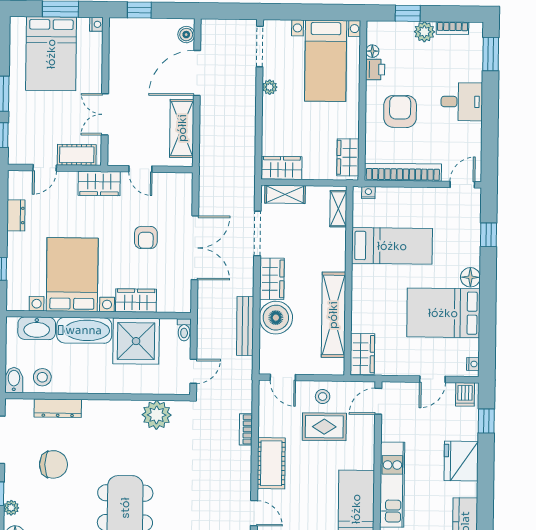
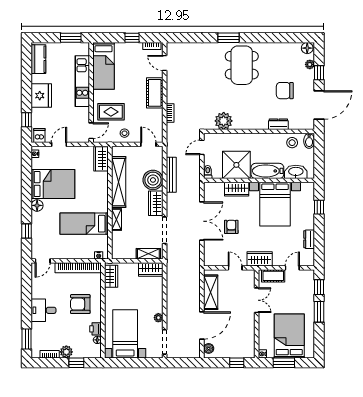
armchair: (400, 111) -> (80, 304), turned 90
shelving: (338, 209) -> (117, 219), moved
double door: (195, 248) -> (202, 221), swing flipped
dresser: (58, 408) -> (278, 124), width x0.70
rug: (324, 427) -> (111, 112), moved

